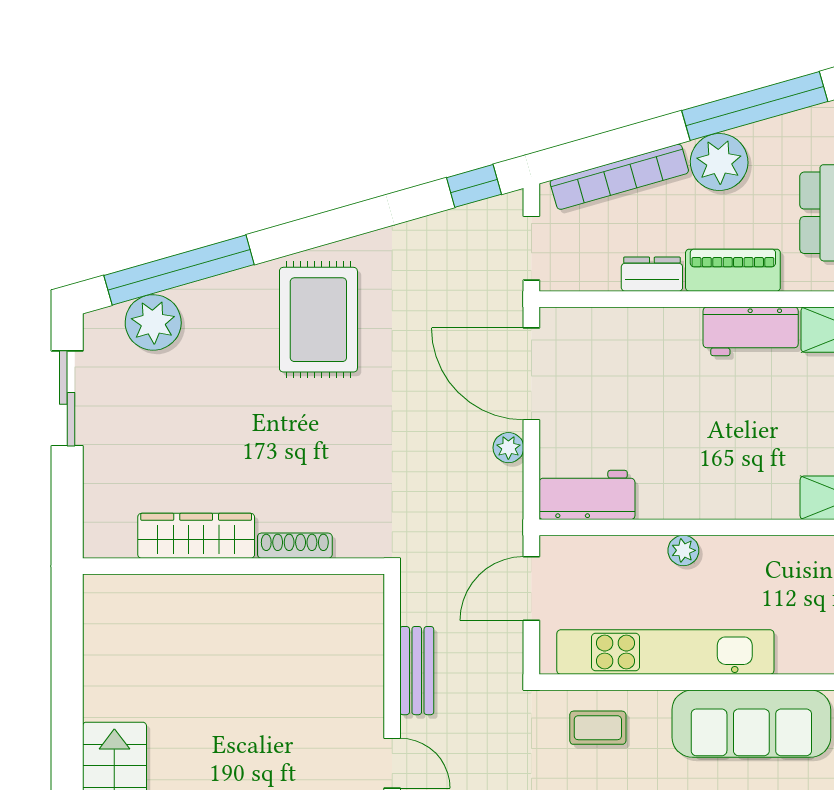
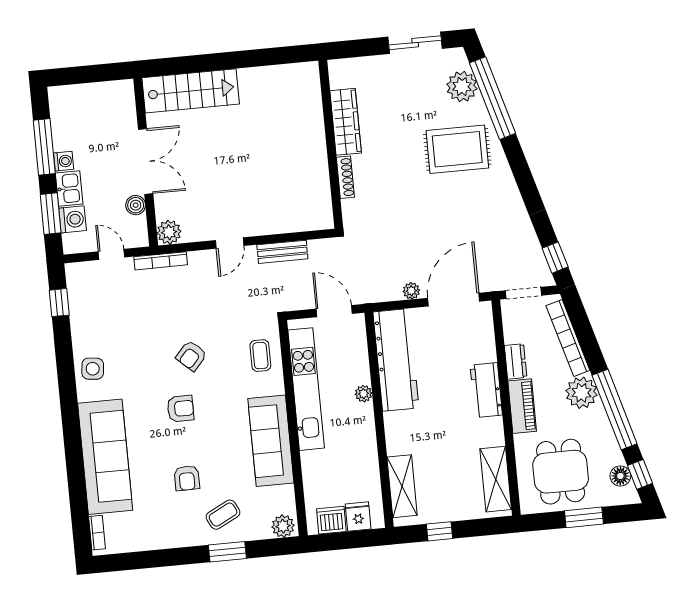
rug: (318, 320) -> (457, 149), moved
workbench: (751, 331) -> (486, 390), moved
workbench: (587, 495) -> (396, 360), width x1.88, depth x1.32

